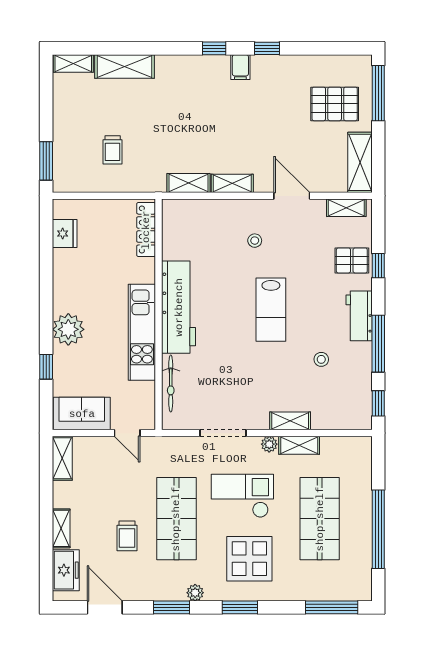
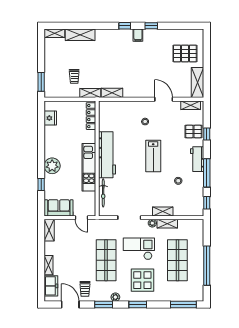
window: (378, 93) -> (207, 48), removed
shelving: (232, 183) -> (90, 93), moved
trolley: (127, 536) -> (85, 289), moved

